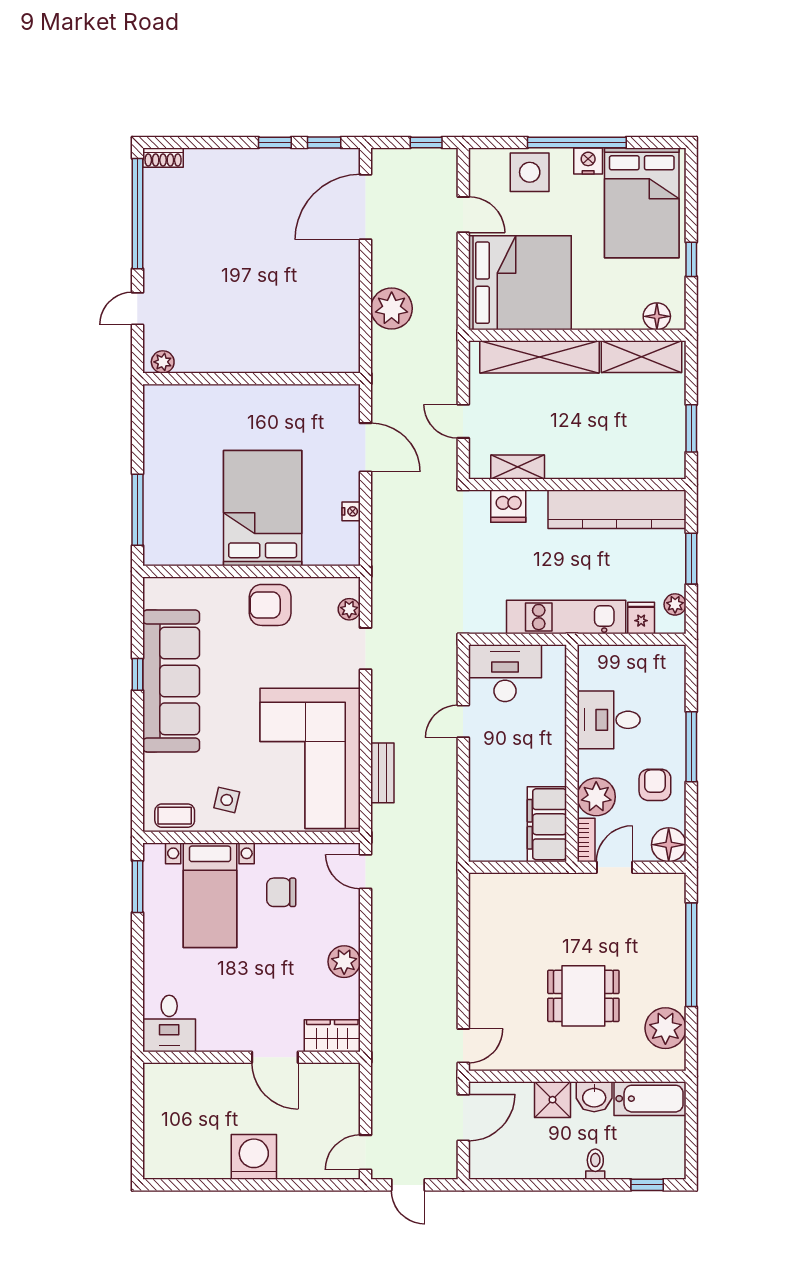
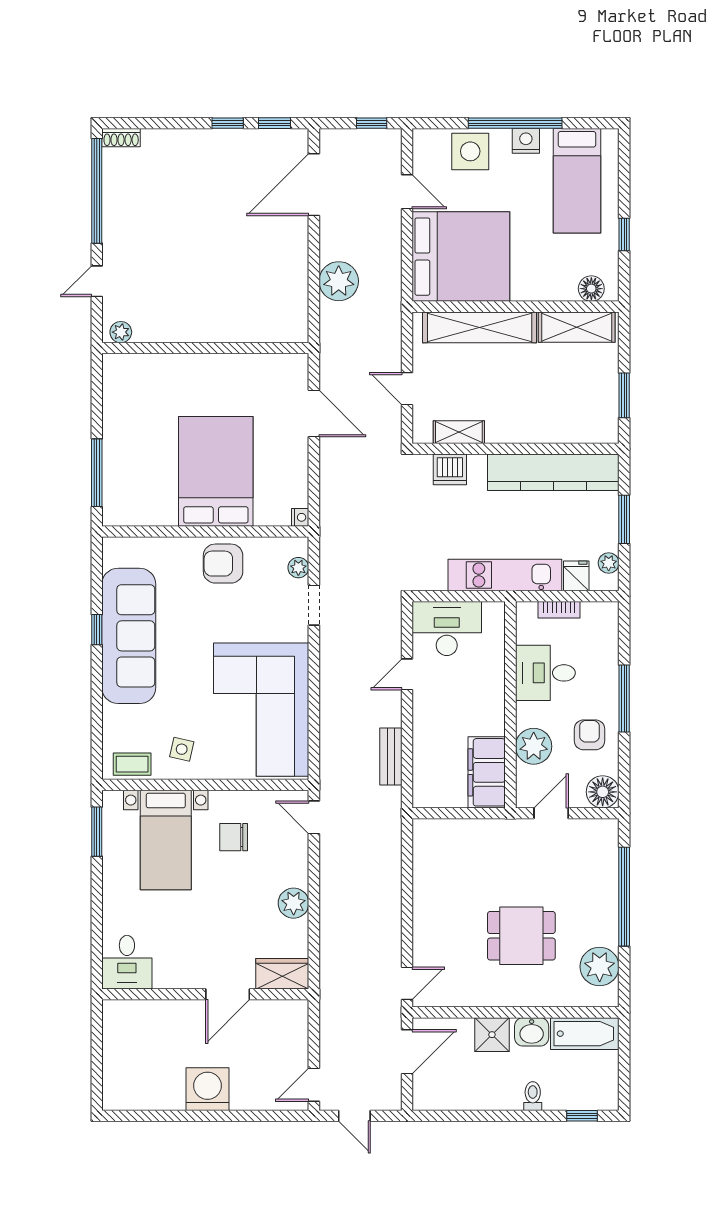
bed: (642, 203) -> (577, 181), width x0.67
nightstand: (351, 511) -> (300, 517), moved
bench: (382, 773) -> (391, 757), moved
bookcase: (586, 840) -> (559, 610), moved, turned 90
door: (275, 1057) -> (228, 994), hinge flipped

